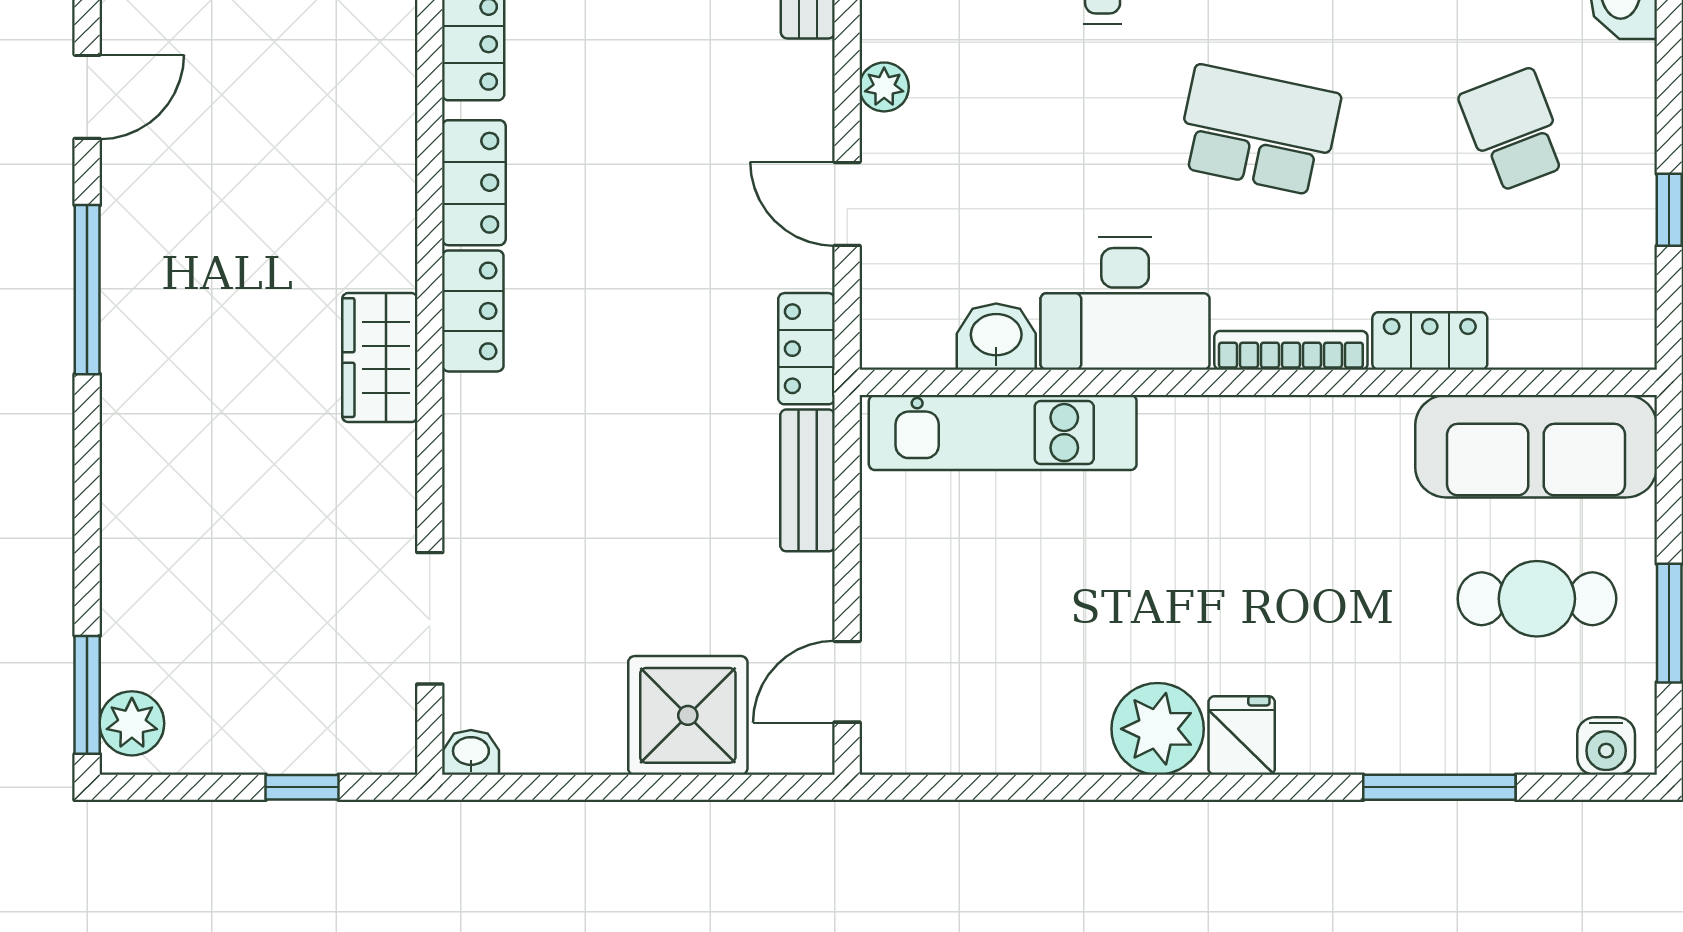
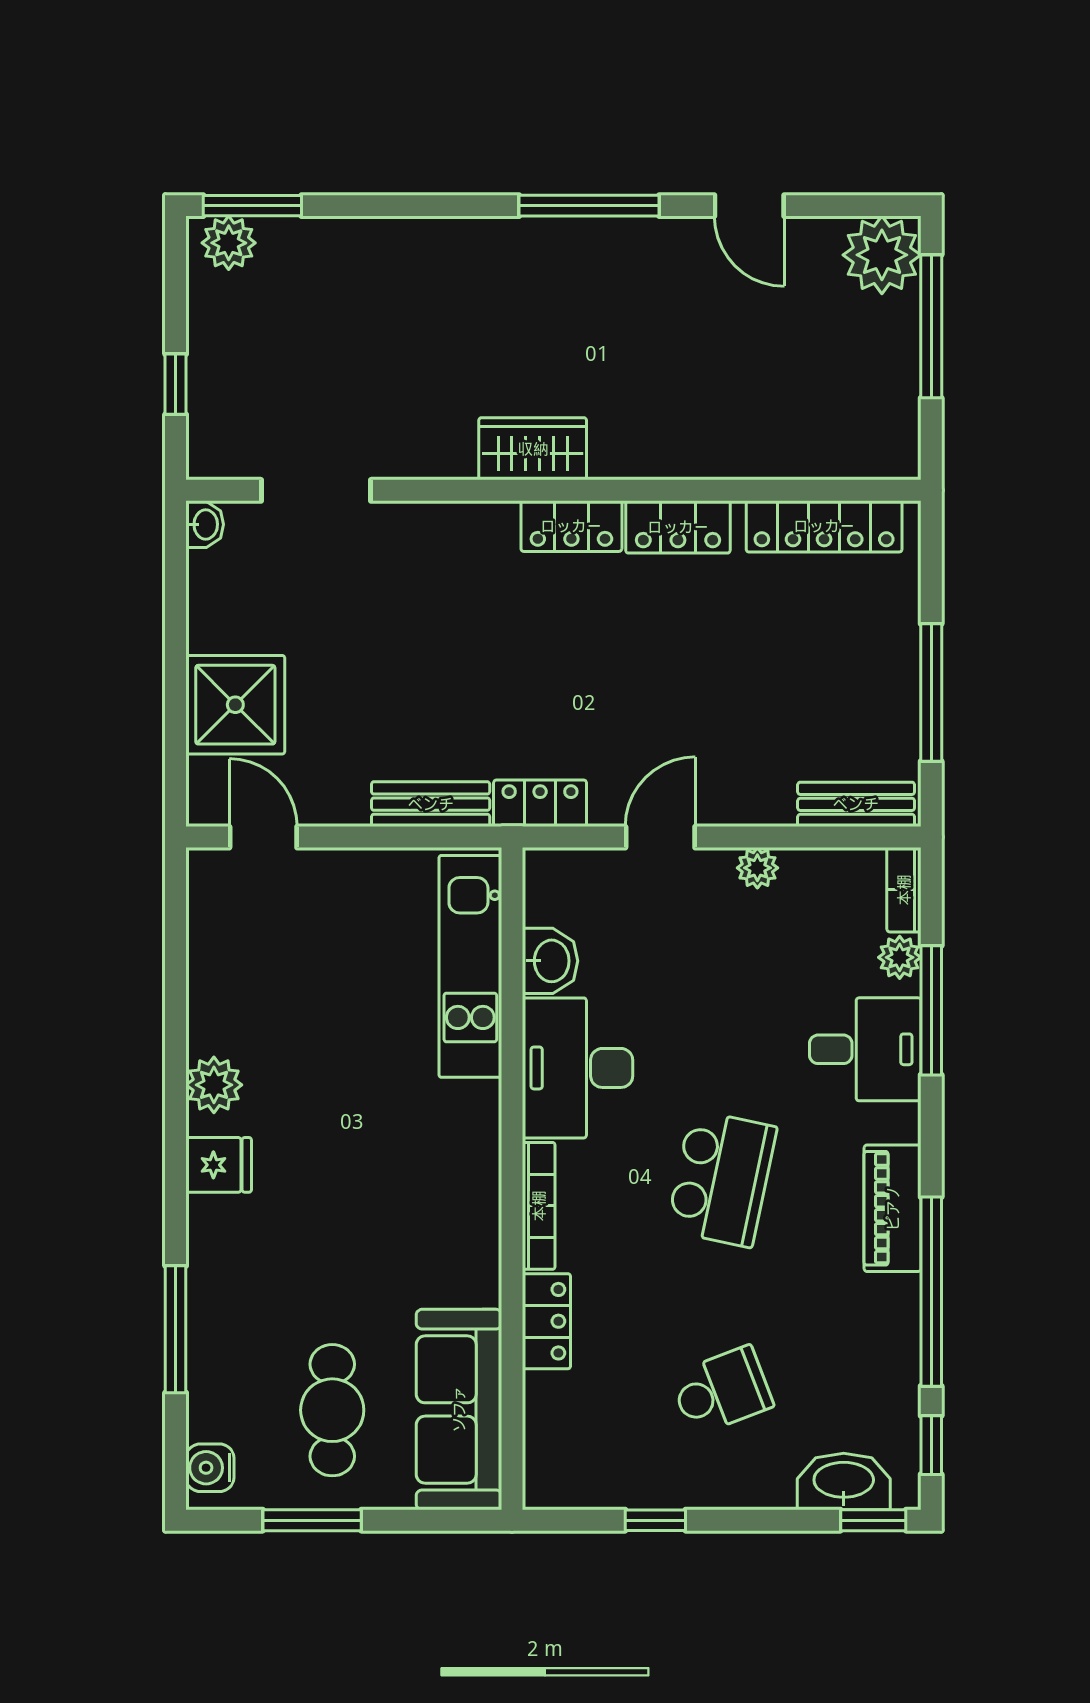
plant: (1158, 729) -> (214, 1085), width x0.73, depth x0.73

